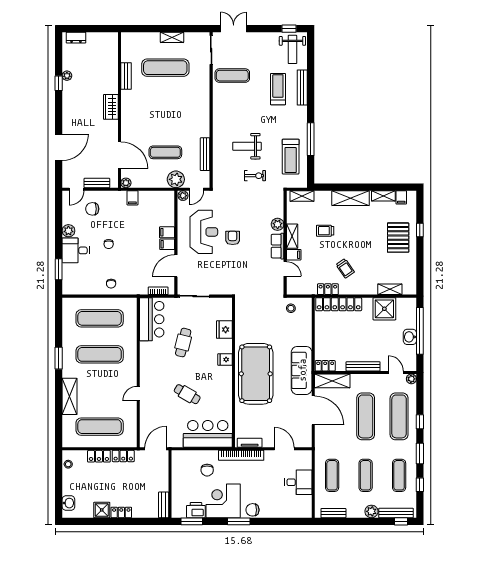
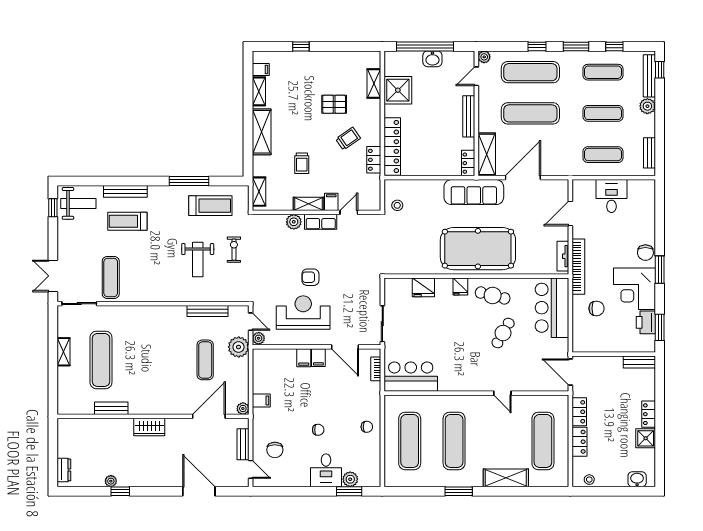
plant: (68, 231) -> (350, 479), moved
pallet: (398, 238) -> (334, 104), moved, width x0.67, depth x0.71
cafe table: (183, 343) -> (493, 295), moved

